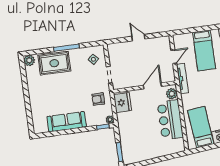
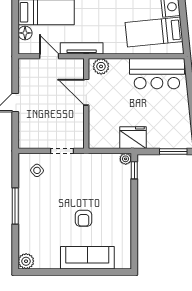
floor lamp: (188, 38) -> (25, 33), added
rug: (54, 63) -> (35, 226), removed
armchair: (98, 99) -> (84, 218), moved
fridge: (123, 103) -> (133, 138), moved
bar counter: (170, 120) -> (157, 74), moved
sofa: (67, 122) -> (87, 258), moved, turned 90

